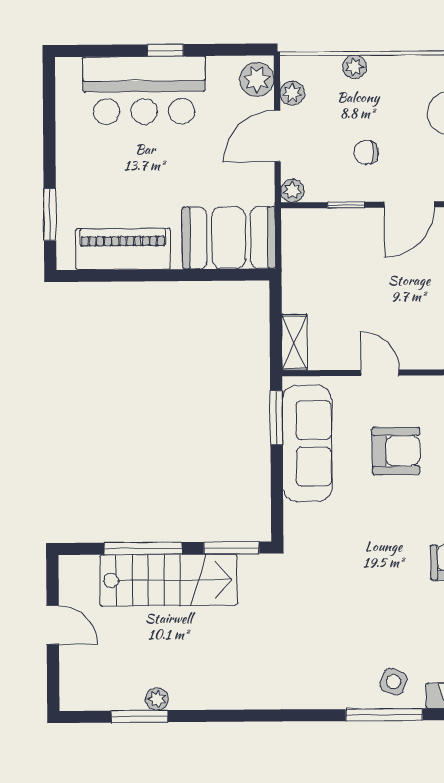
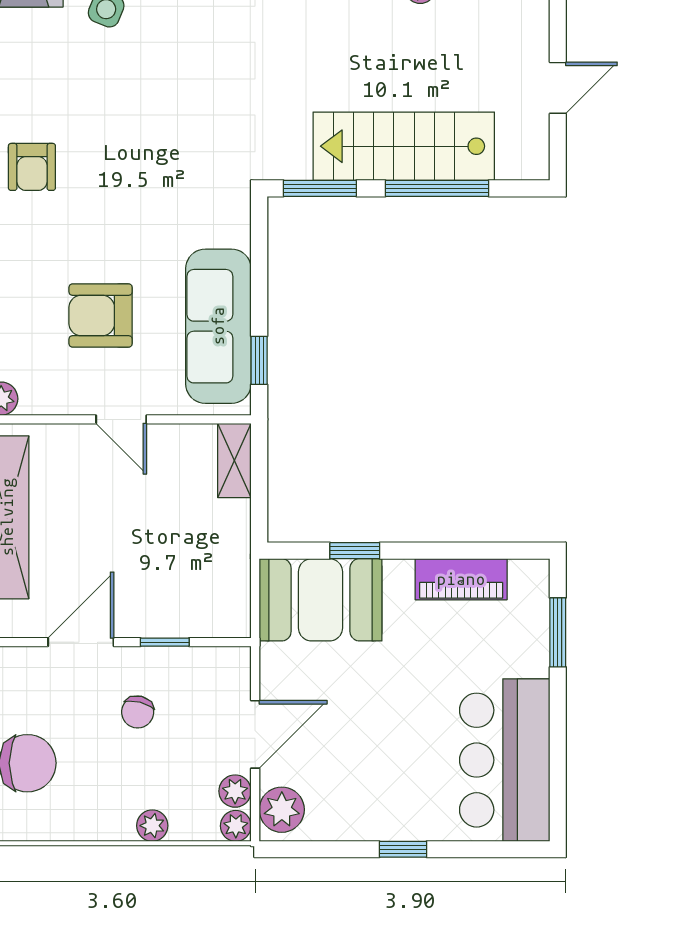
bar counter: (144, 90) -> (505, 760), moved, turned -90
chair: (366, 152) -> (138, 712), turned 104
plant: (292, 191) -> (236, 826), moved
piano: (123, 249) -> (461, 579), width x0.73, depth x0.75
window: (203, 275) -> (355, 551), added
window: (276, 418) -> (259, 360), width x0.67
door: (53, 625) -> (558, 88), swing flipped

